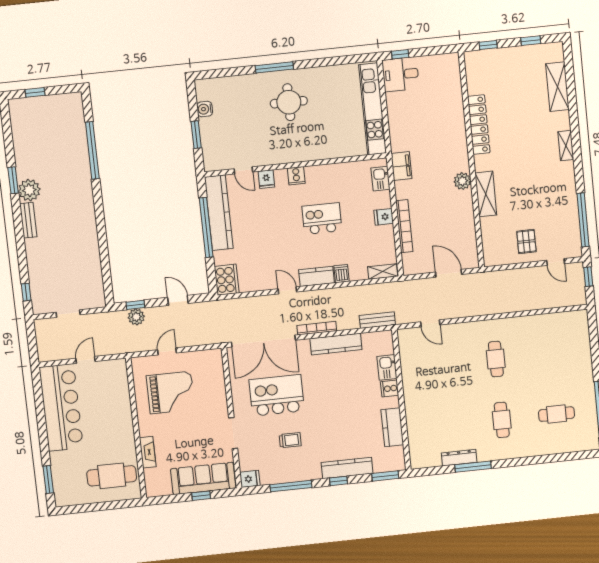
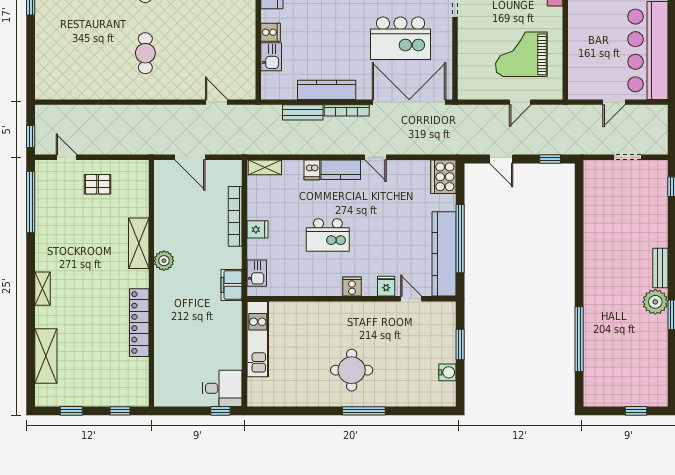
kitchen unit: (373, 109) -> (258, 339), width x0.73
pallet: (526, 241) -> (98, 184), turned 90
plant: (136, 317) -> (551, 145), removed
bench: (377, 320) -> (303, 112), moved

